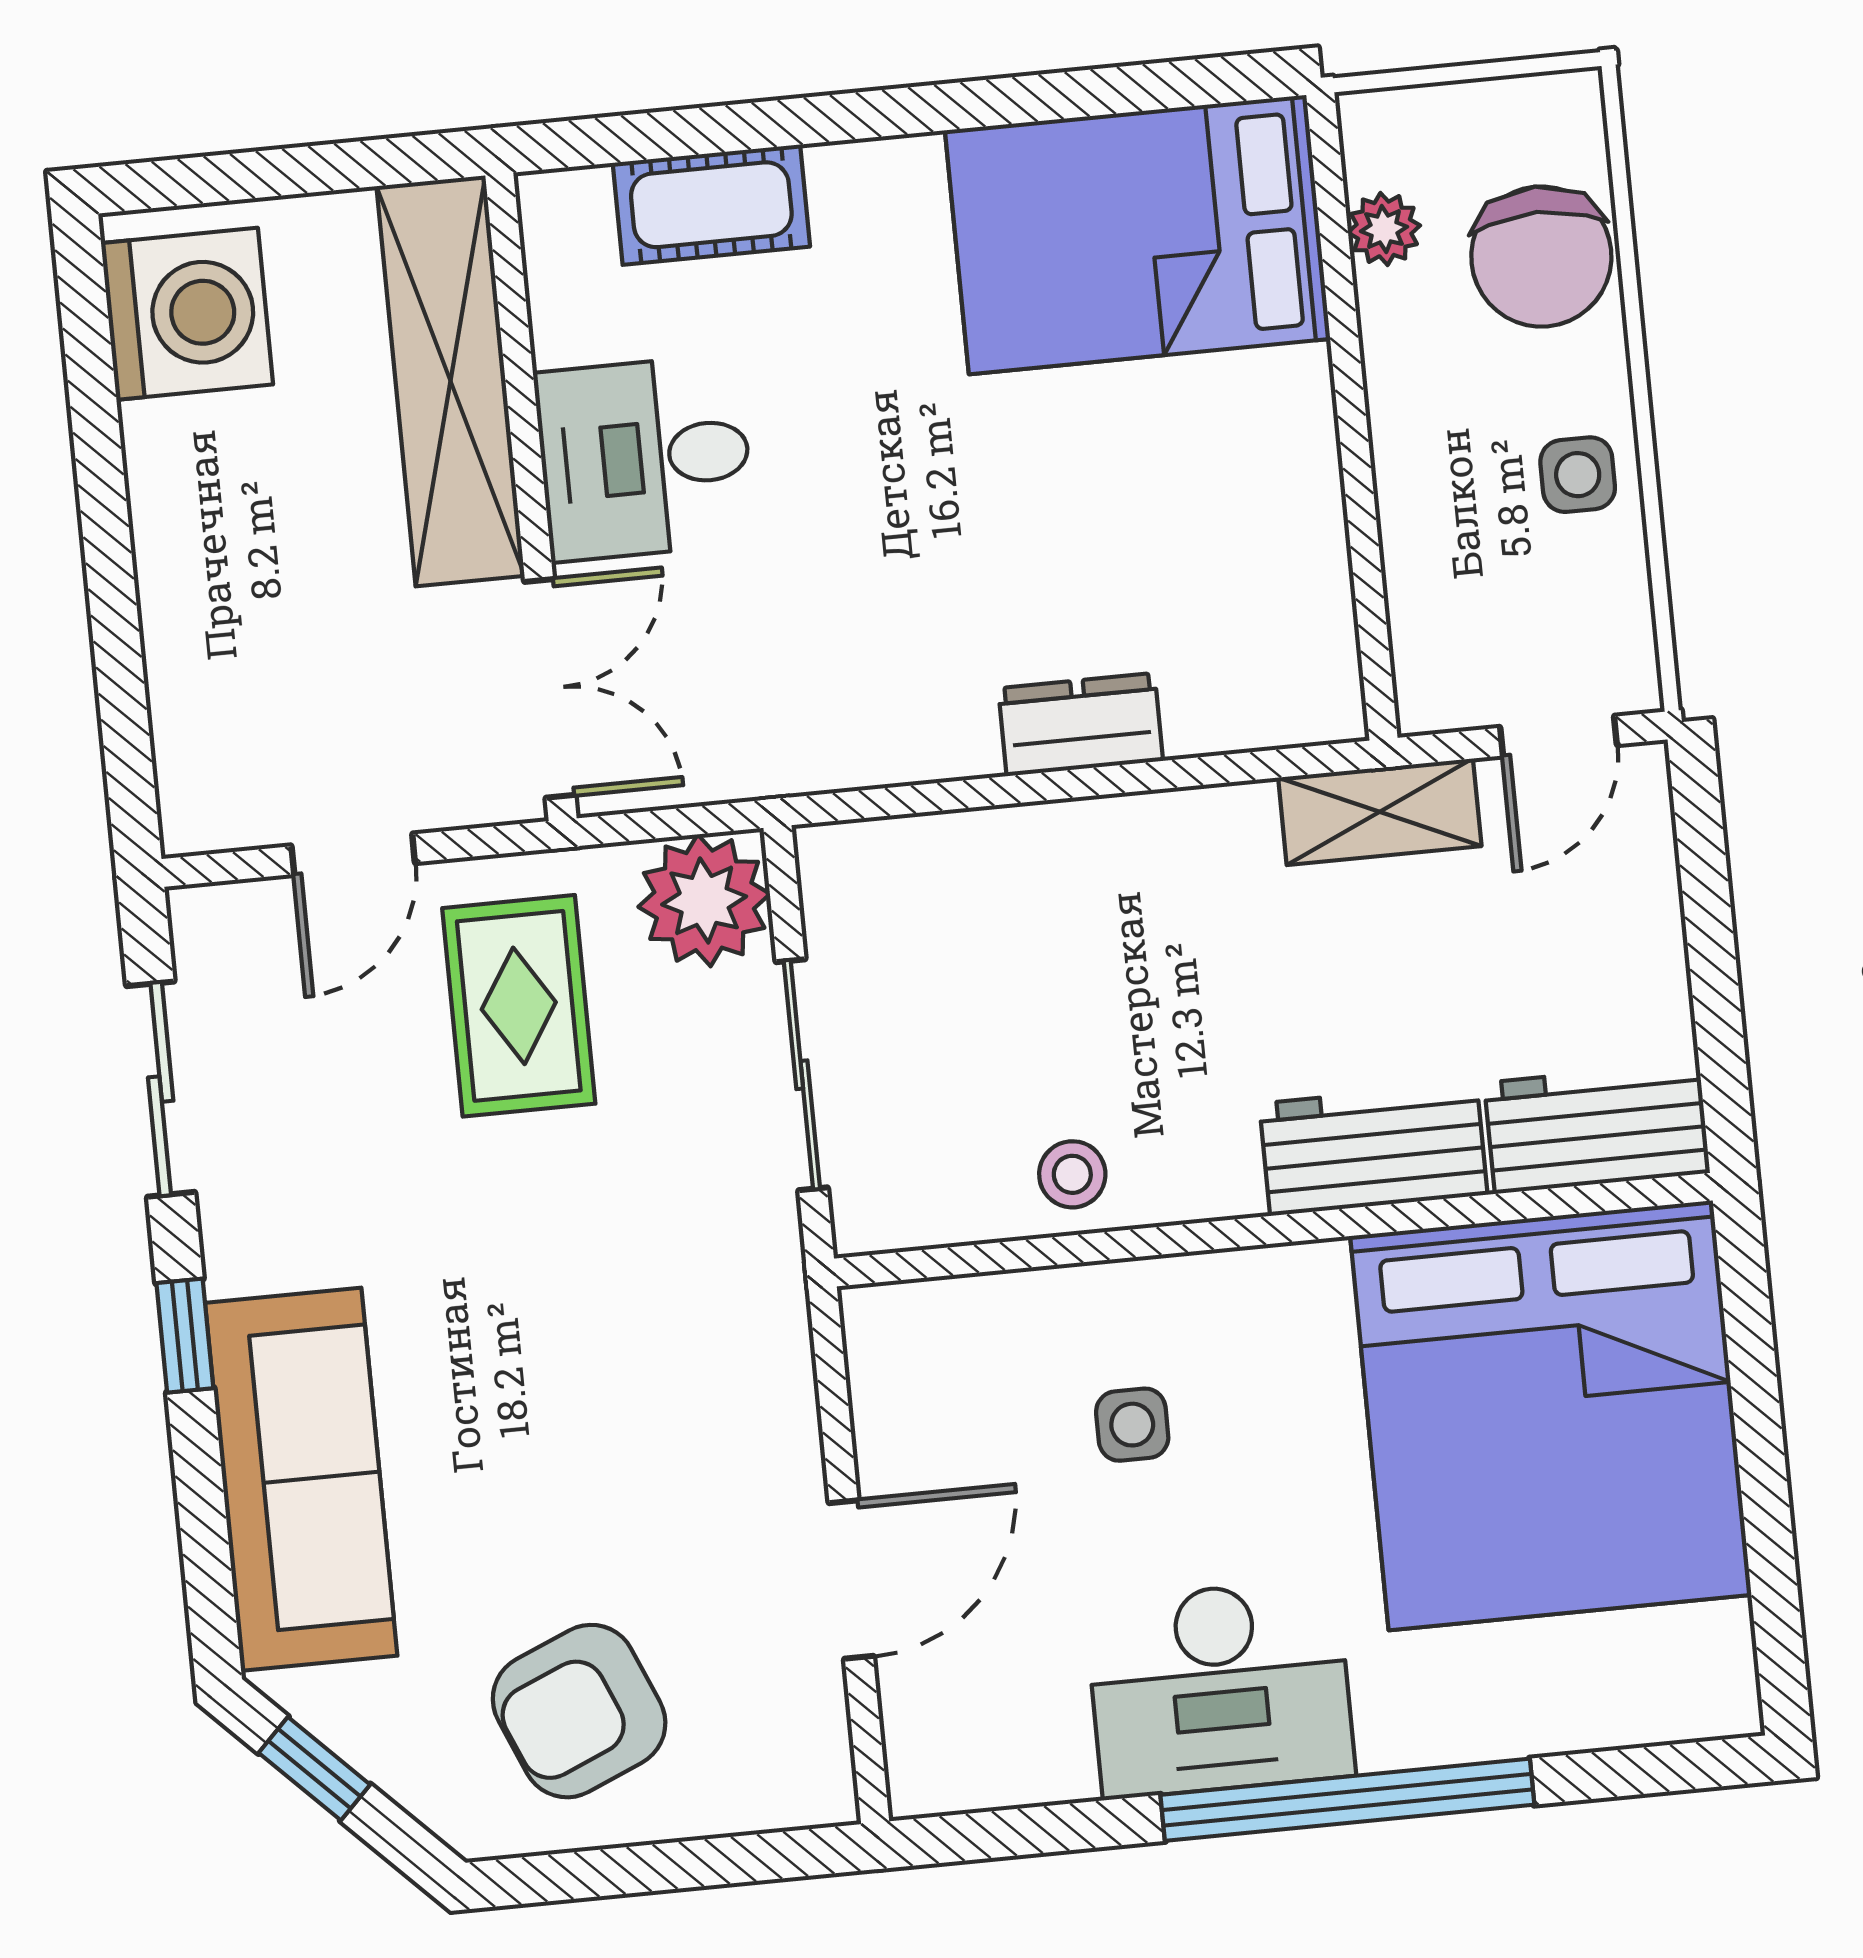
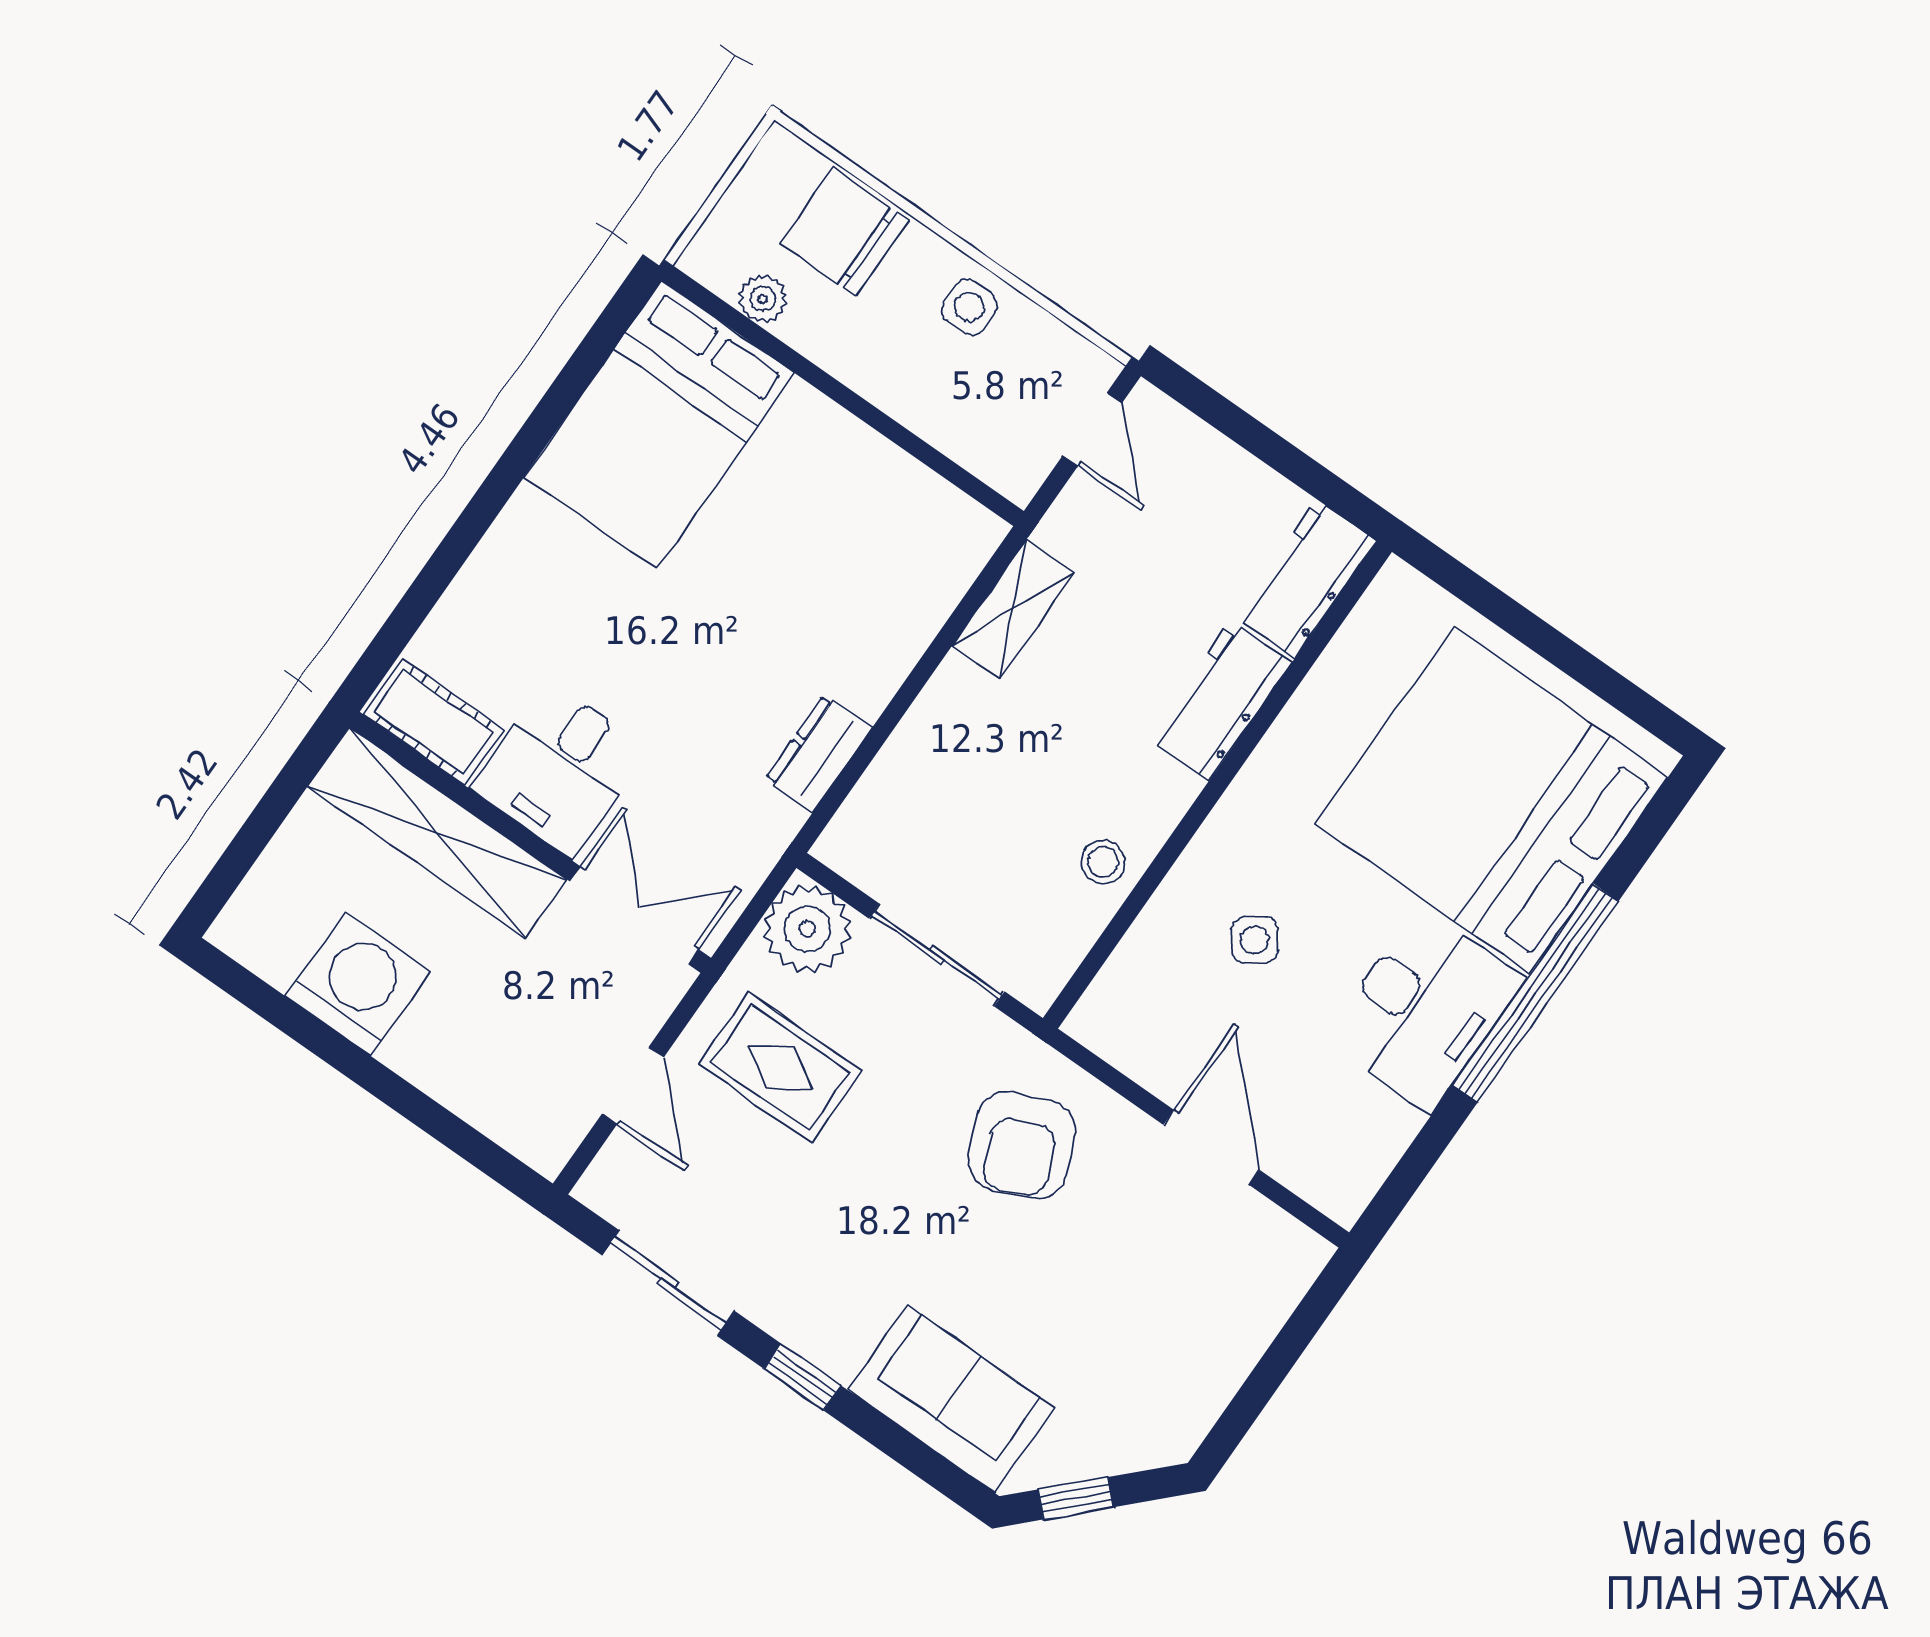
cot: (711, 205) -> (433, 722), moved, turned 90
chair: (1541, 257) -> (844, 232), turned 180
washing machine: (187, 314) -> (358, 984), moved
dresser: (1081, 725) -> (818, 754), moved
shelving: (1380, 812) -> (1013, 610), moved
bed: (1551, 1415) -> (1492, 800), moved, turned 180
side table: (1132, 1425) -> (1255, 940), turned -35
sofa: (301, 1479) -> (951, 1399), width x0.73
armchair: (579, 1711) -> (1022, 1145), moved

